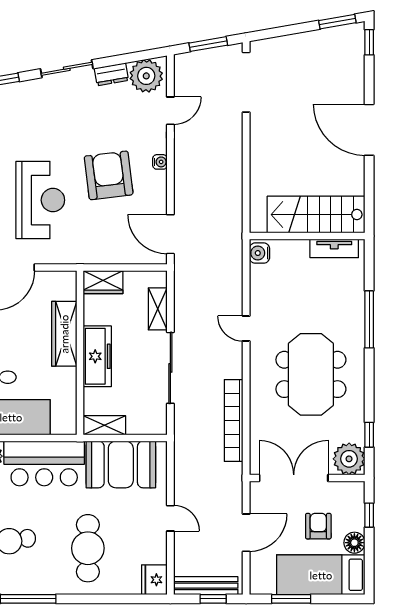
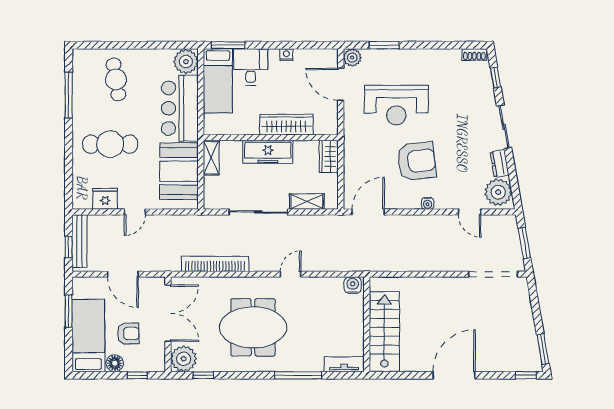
tv unit: (334, 248) -> (344, 364), moved, turned 90
fridge: (154, 580) -> (105, 199), moved

